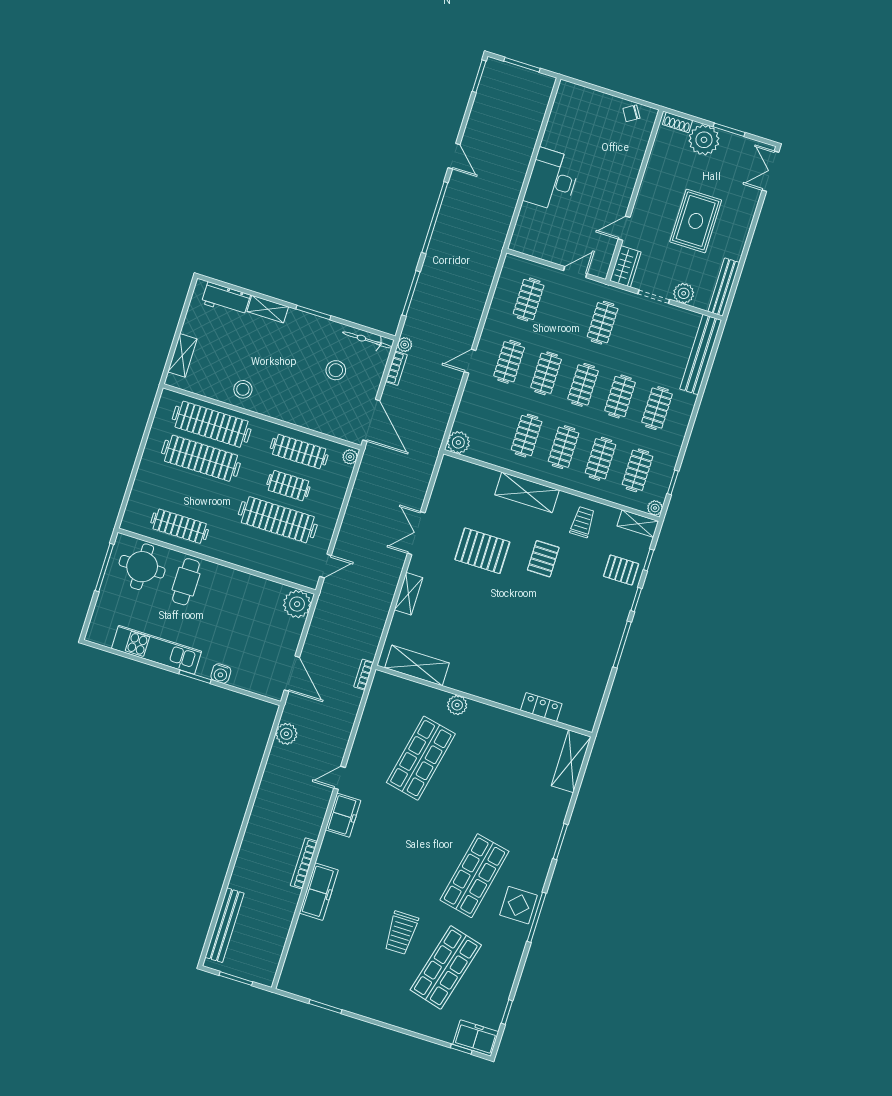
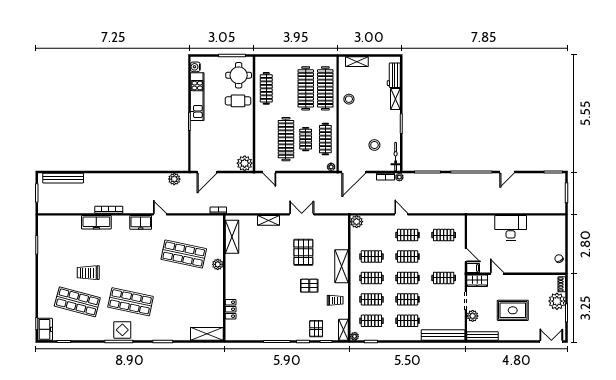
filing cabinet: (601, 266) -> (473, 268), added
water cooler: (221, 674) -> (195, 67), moved

